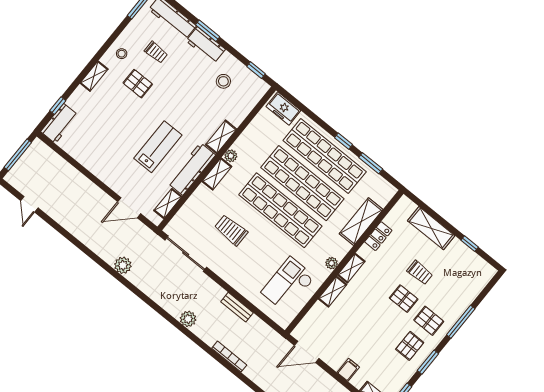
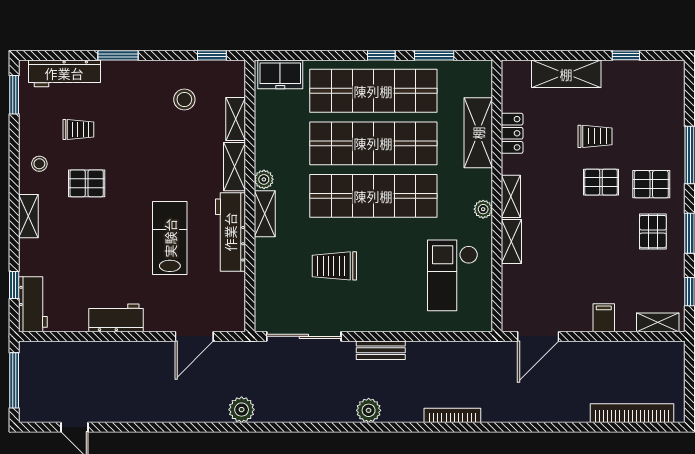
workbench: (206, 45) -> (116, 318), moved, turned 180
shelving: (168, 204) -> (236, 119), moved
bench: (237, 307) -> (381, 350), moved

